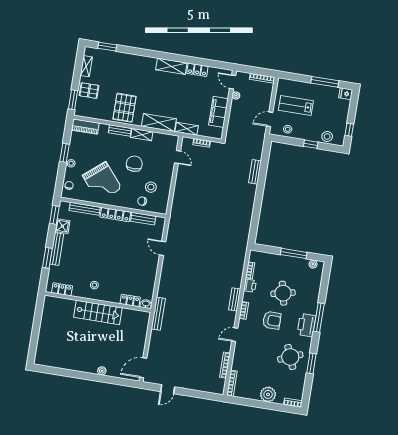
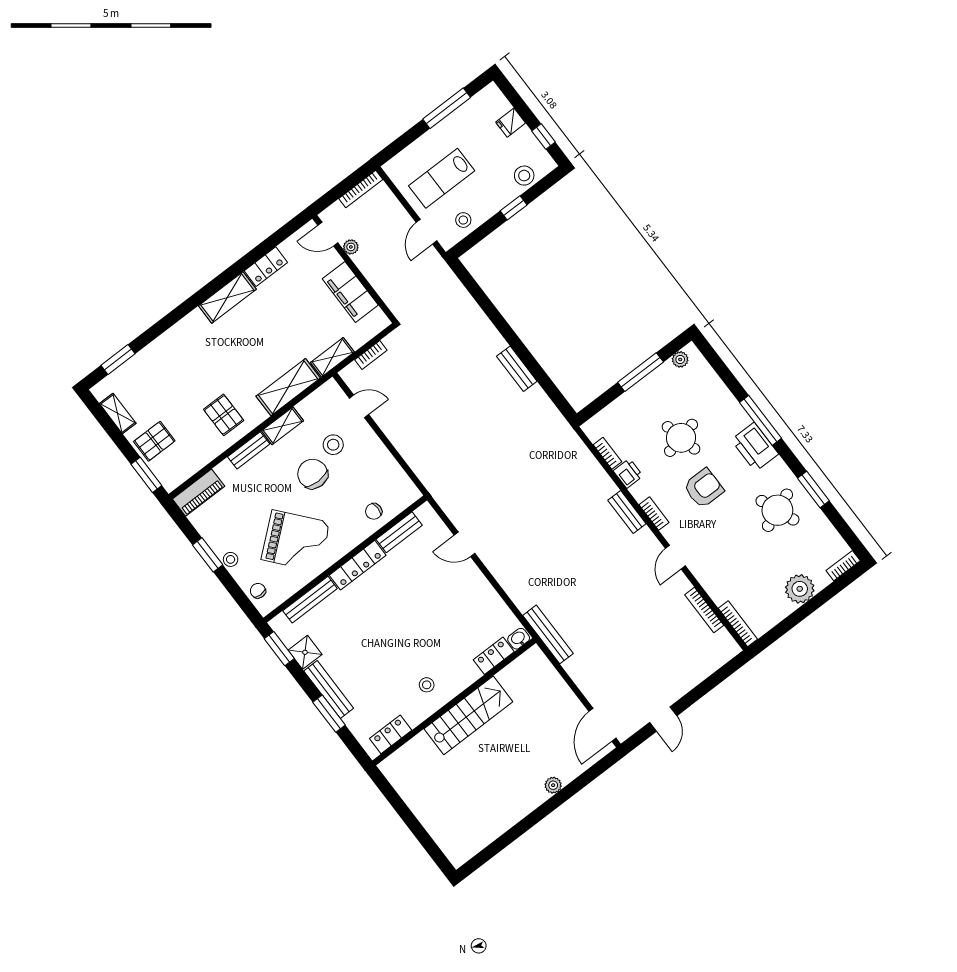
fridge: (346, 94) -> (511, 123), moved
pallet: (125, 108) -> (224, 415), width x0.67, depth x0.71
bench: (255, 172) -> (517, 369), moved
stool: (151, 187) -> (333, 445), moved

